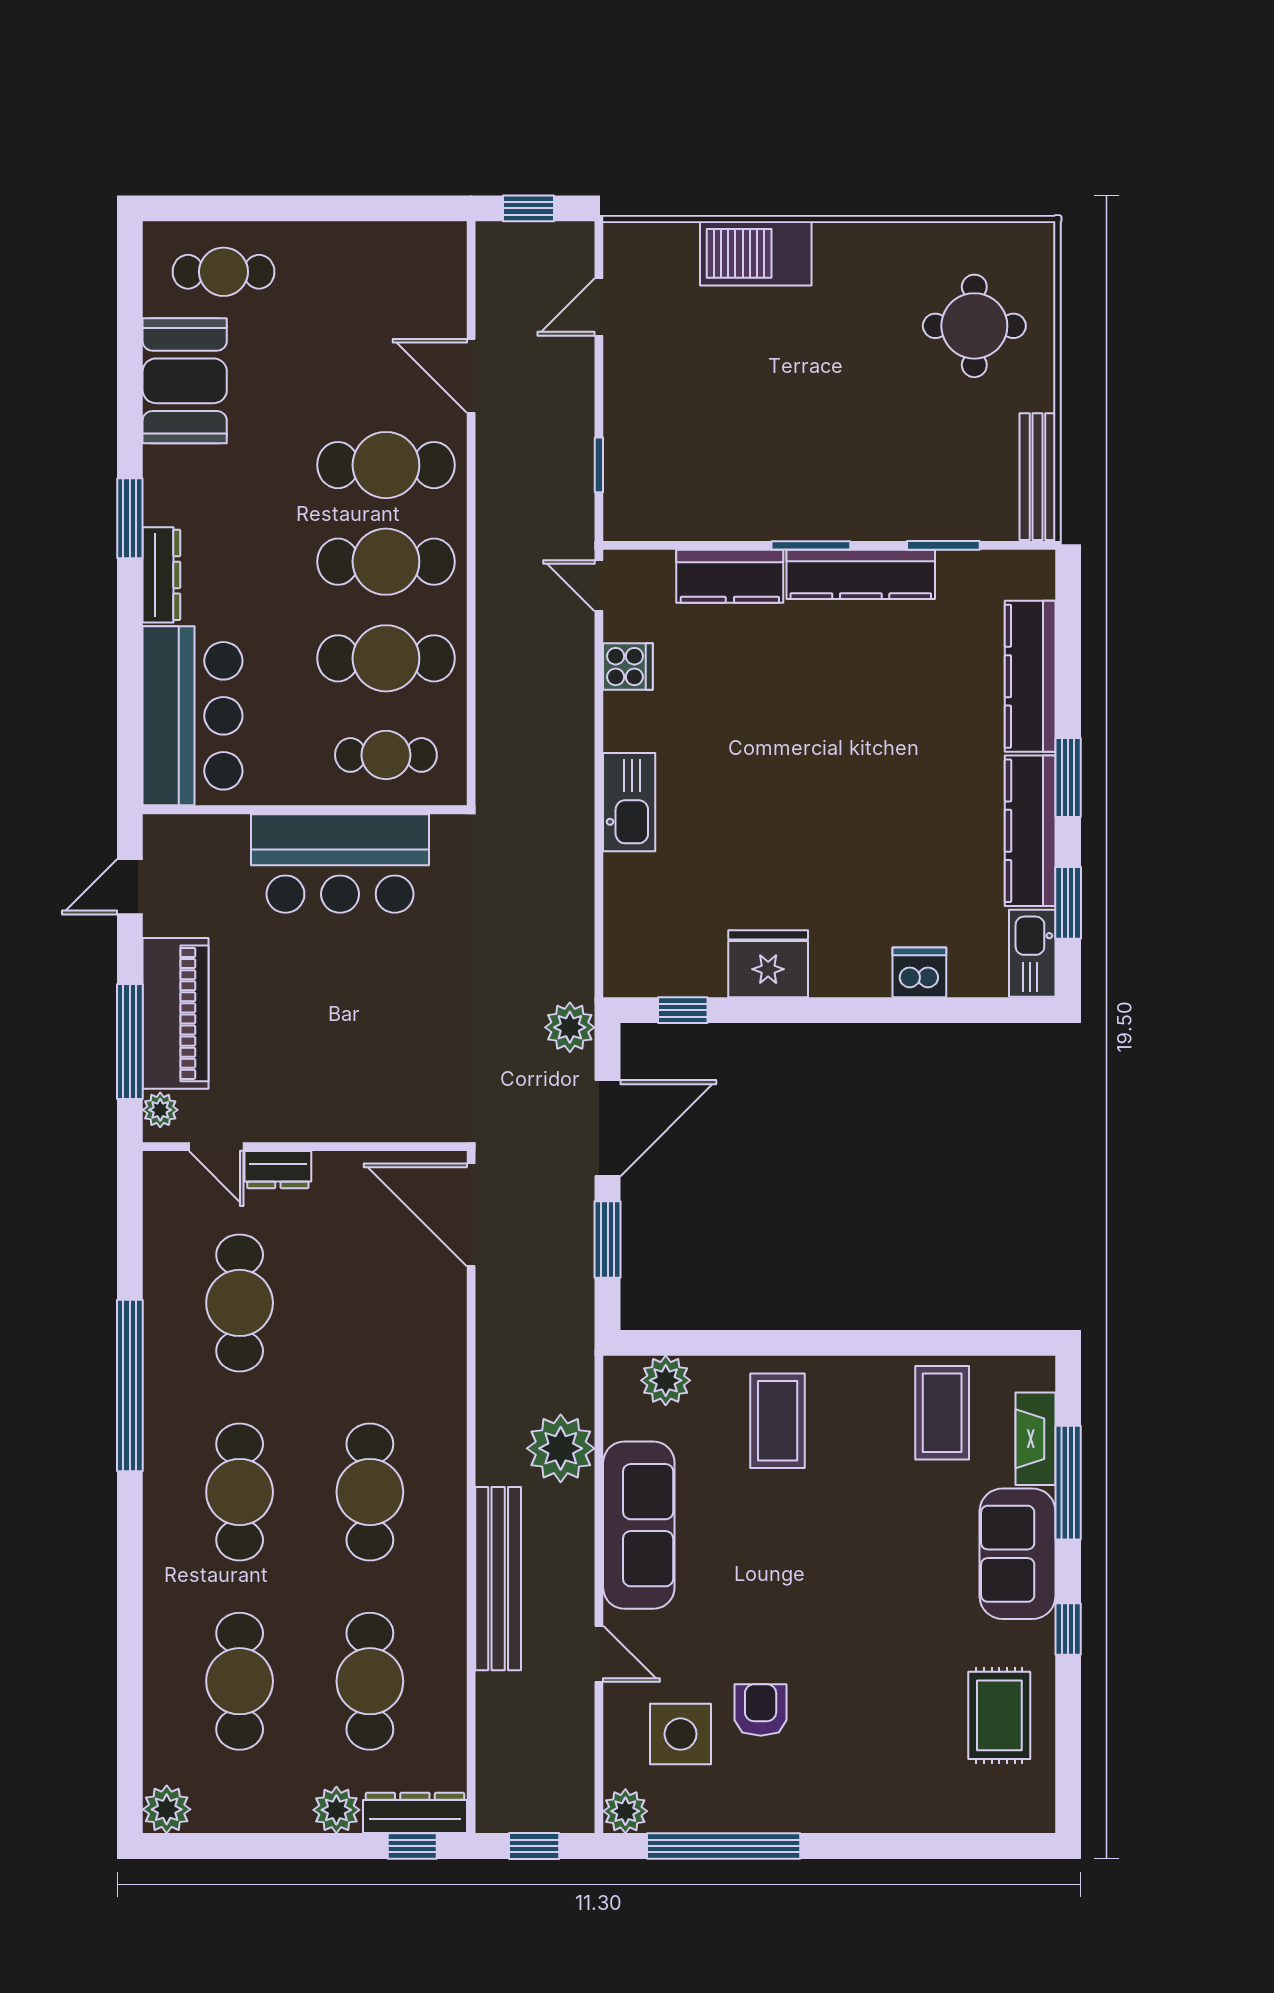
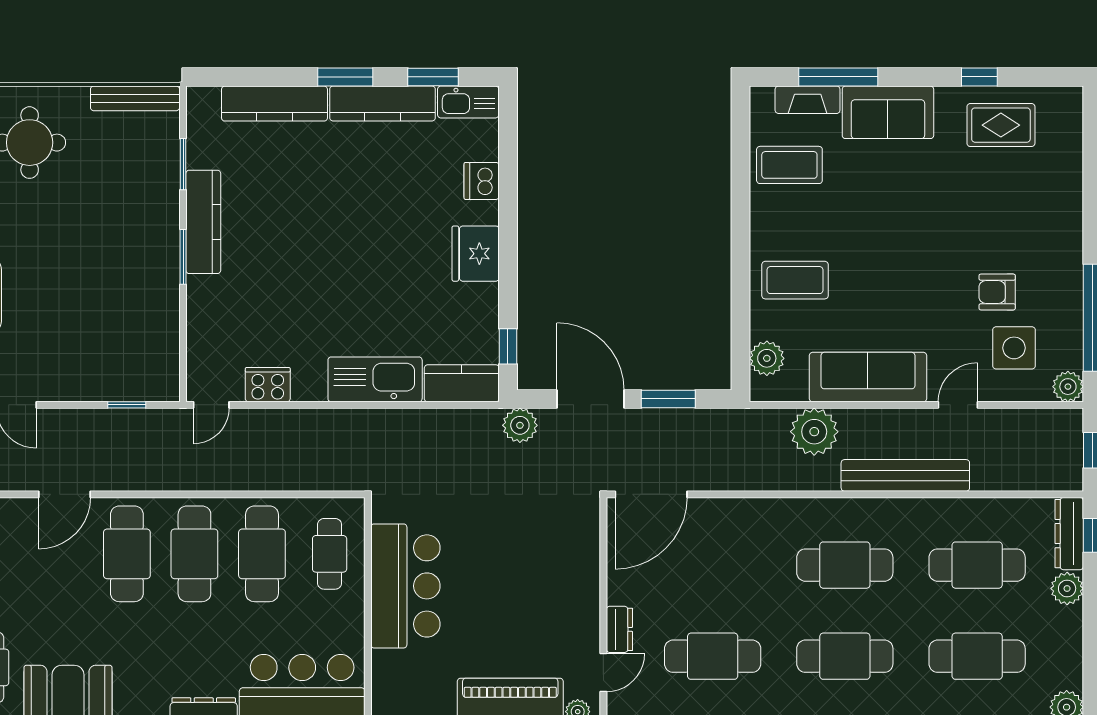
kitchen counter: (730, 576) -> (462, 383), moved, turned -90
cooker: (628, 667) -> (268, 385), width x1.36
kitchen sink: (629, 802) -> (375, 379), width x1.36, depth x1.24
fridge: (768, 964) -> (476, 254), moved
window: (1068, 1629) -> (979, 77), moved

